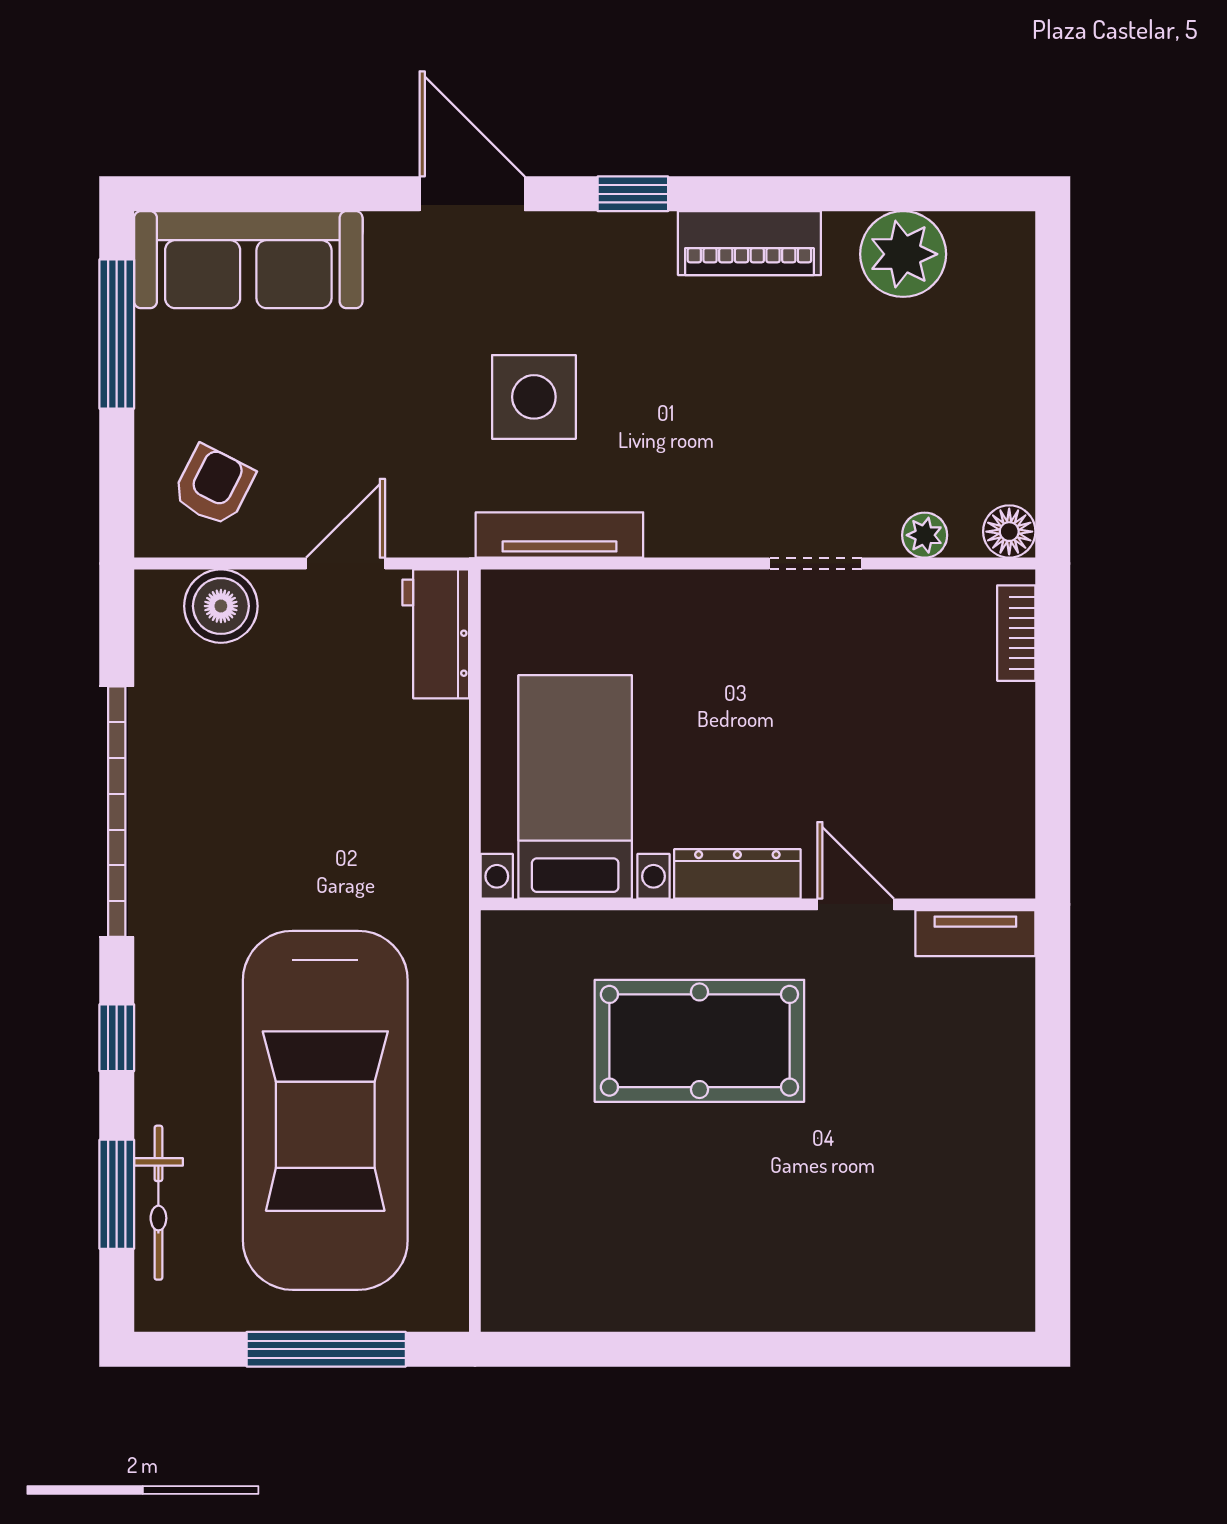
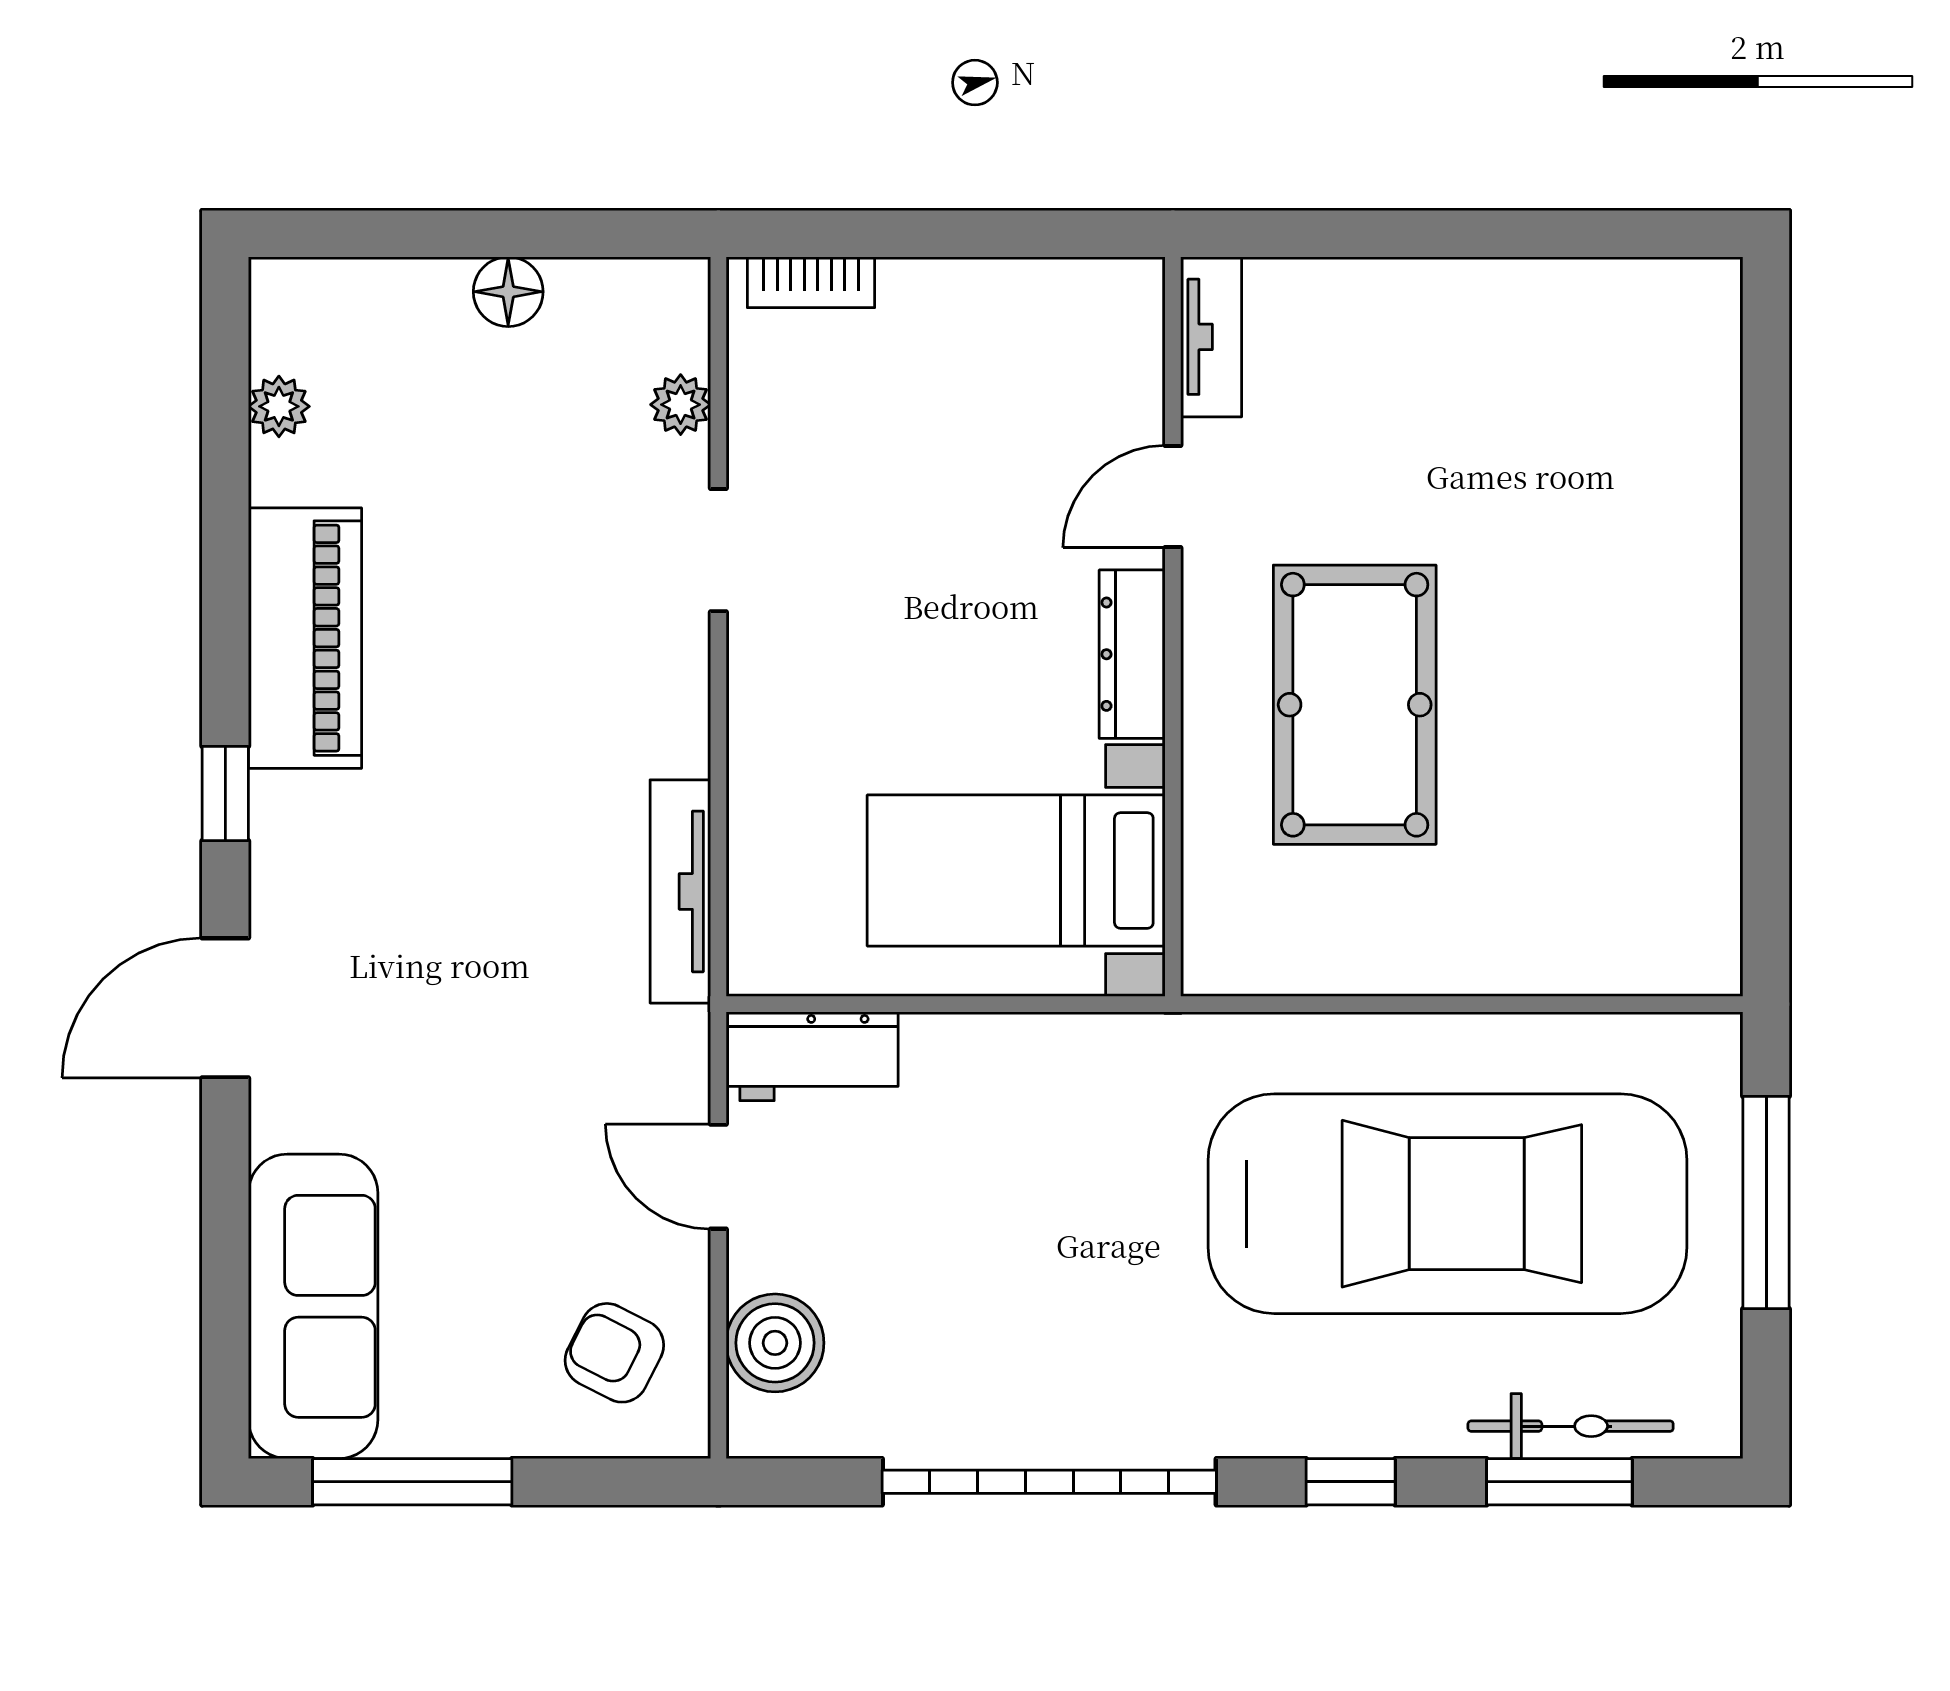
piano: (749, 243) -> (305, 638), width x1.37, depth x1.33
plant: (903, 254) -> (279, 406), width x0.53, depth x0.53
side table: (534, 397) -> (496, 925), removed
floor lamp: (1009, 532) -> (508, 292), moved

